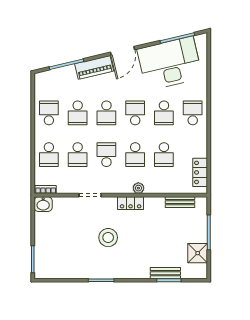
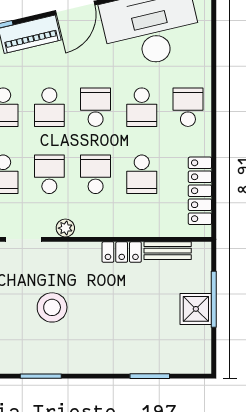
school desk: (135, 155) -> (96, 174), turned 180
locker: (200, 172) -> (200, 191), width x1.53
plant: (138, 188) -> (65, 228), moved
locker: (131, 203) -> (122, 252), moved
shower: (198, 253) -> (196, 309), moved
bench: (165, 273) -> (144, 365), removed

